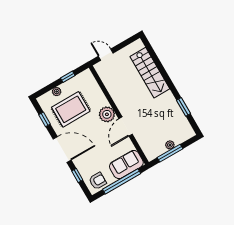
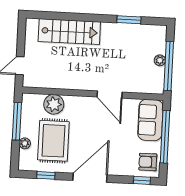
window: (68, 77) -> (17, 121), width x2.17
plant: (107, 114) -> (54, 104), moved
window: (170, 153) -> (169, 66), width x1.46
window: (77, 175) -> (142, 180), moved
armchair: (98, 181) -> (148, 162), turned -90

